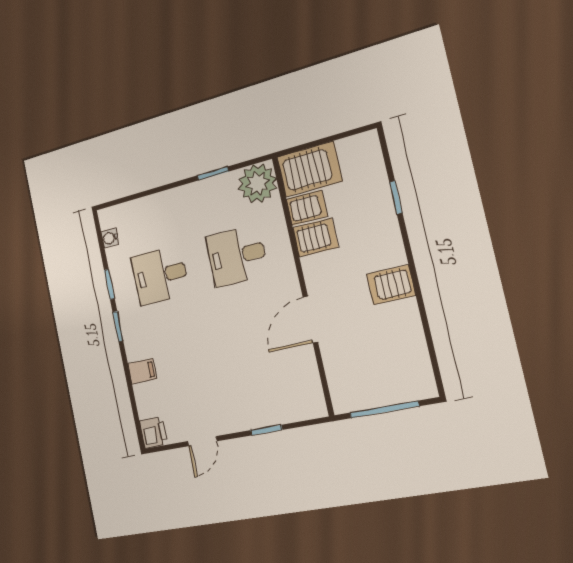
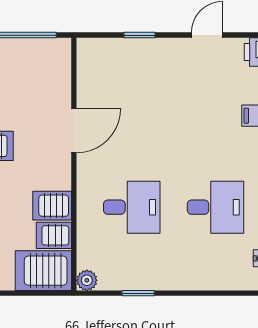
plant: (257, 183) -> (87, 280), width x0.53, depth x0.53

